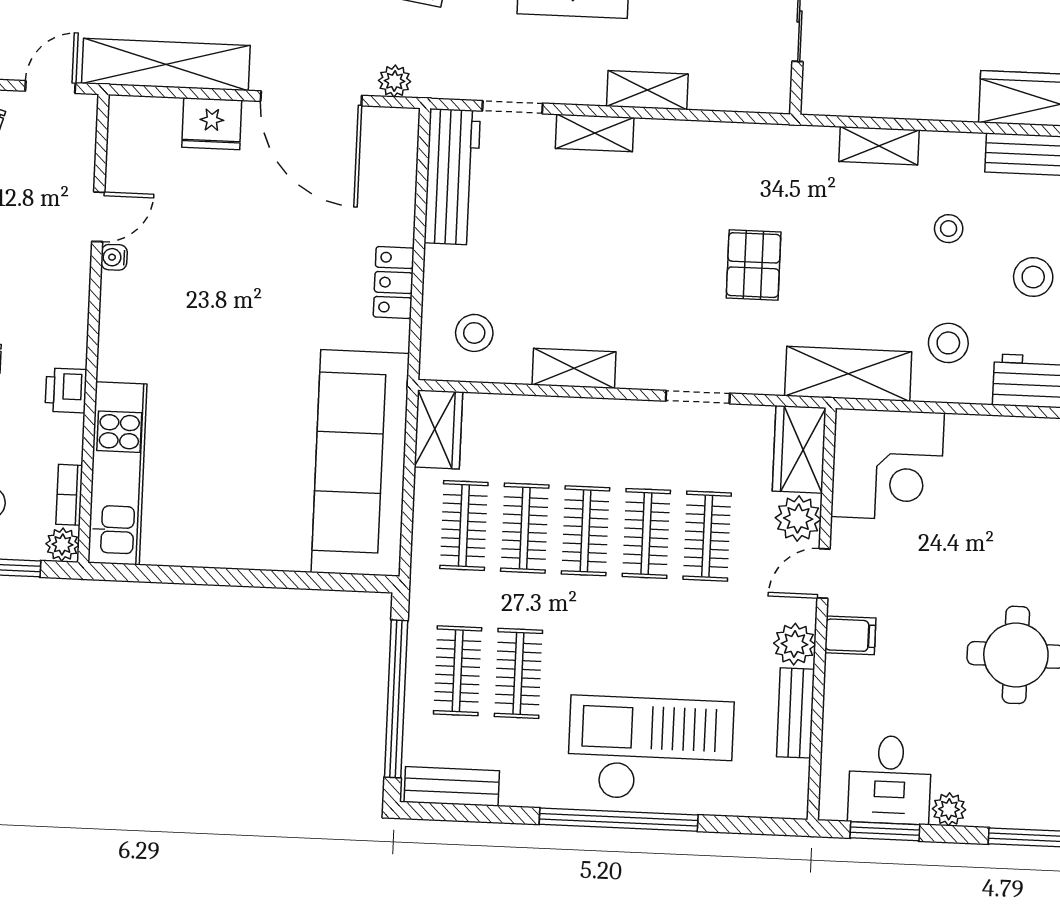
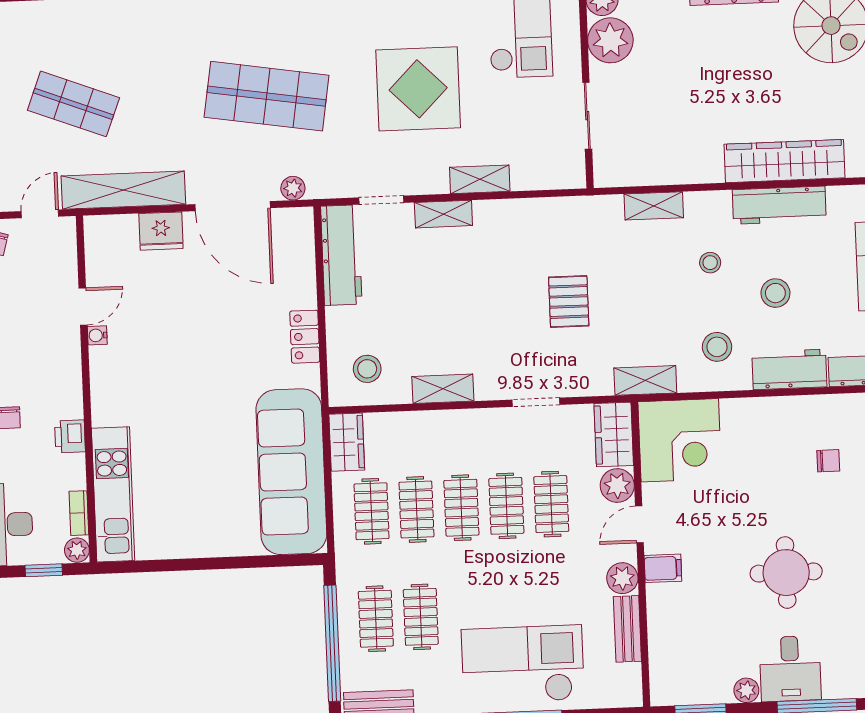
shelving: (848, 374) -> (645, 380), width x0.67, depth x0.75
desk: (890, 780) -> (790, 669), moved

